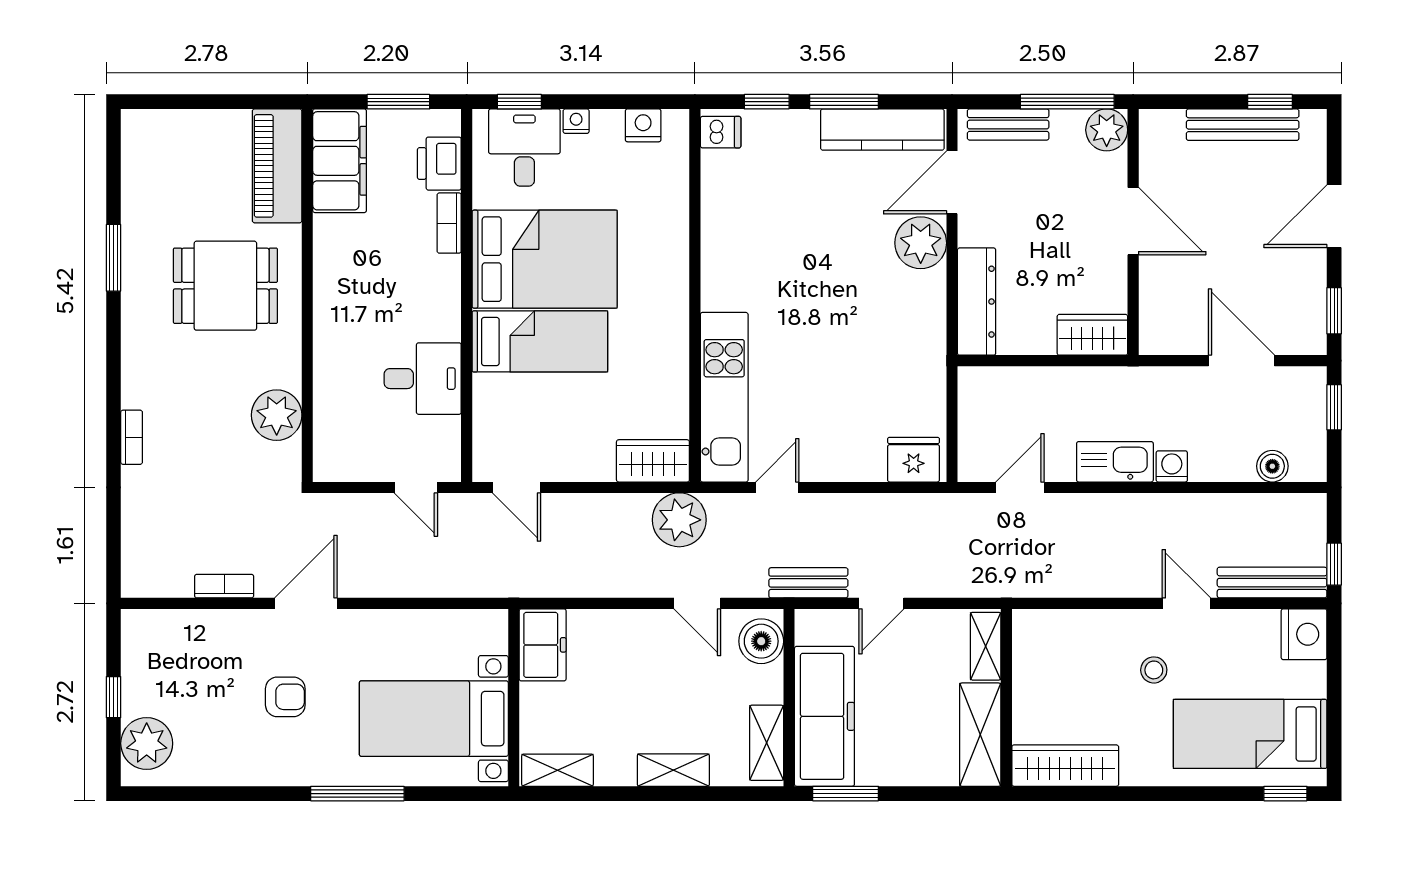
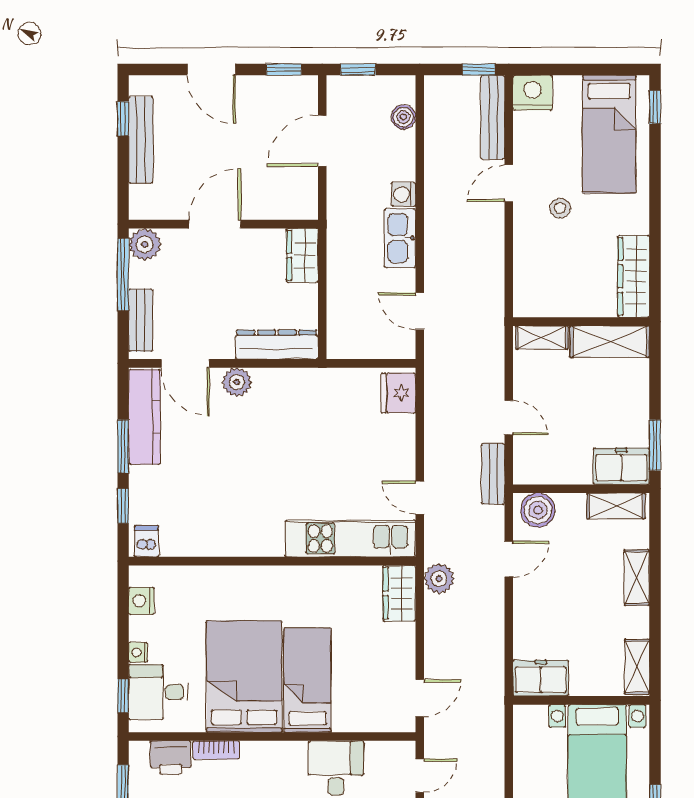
plant: (921, 243) -> (237, 382), width x0.73, depth x0.73
plant: (679, 520) -> (439, 579), width x0.73, depth x0.73
freezer: (824, 716) -> (621, 466), width x0.52, depth x0.79

